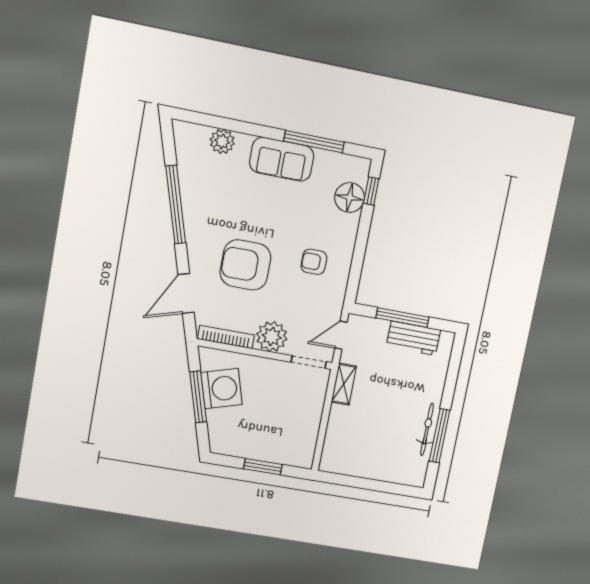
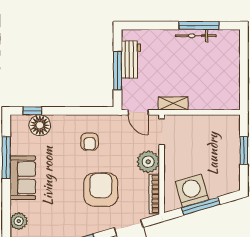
armchair: (245, 265) -> (101, 190), turned 180

